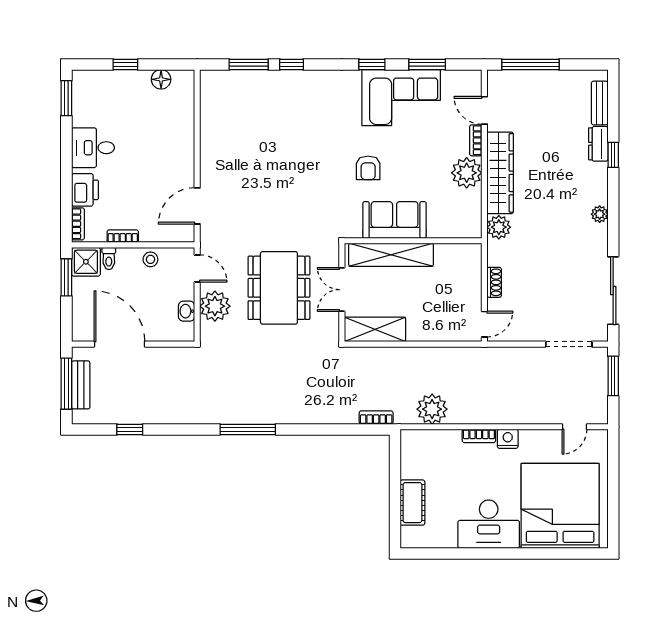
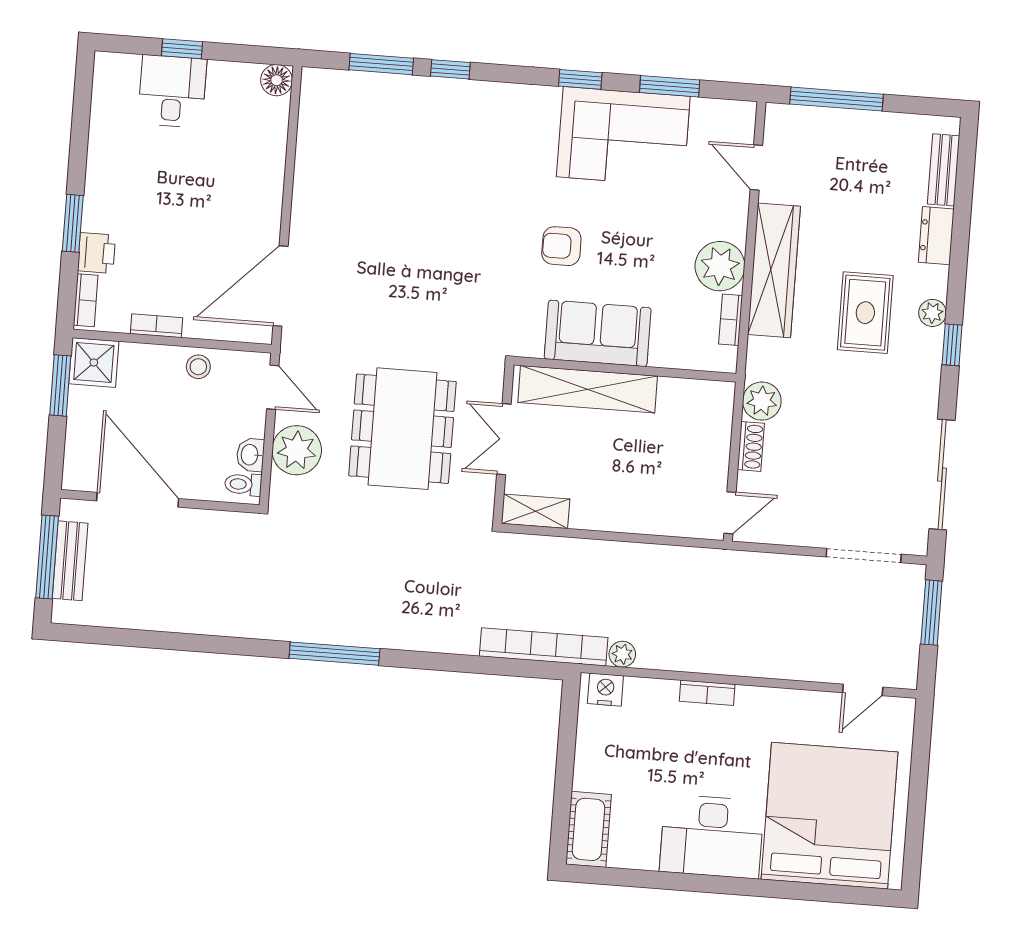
floor lamp: (161, 79) -> (277, 80), moved
window: (66, 98) -> (73, 223), moved
bookcase: (476, 140) -> (731, 320), moved
desk: (93, 148) -> (172, 91), moved, turned 90
window: (613, 155) -> (952, 345), moved
armchair: (368, 168) -> (561, 246), turned 90
printer: (85, 190) -> (96, 253), width x0.73, depth x0.81
rug: (558, 195) -> (865, 313), added
door: (197, 206) -> (281, 286), width x1.36
plant: (600, 214) -> (932, 313), moved
plant: (499, 227) -> (762, 401), moved
toilet: (109, 258) -> (243, 484), moved, turned 90
shelving: (375, 329) -> (536, 511), width x0.67, depth x0.75
plant: (432, 409) -> (622, 654), width x0.53, depth x0.53
bookcase: (376, 418) -> (544, 647), width x2.31, depth x1.31
window: (130, 429) -> (144, 639), removed
nightstand: (508, 439) -> (605, 690), moved
cot: (412, 503) -> (589, 829), moved

